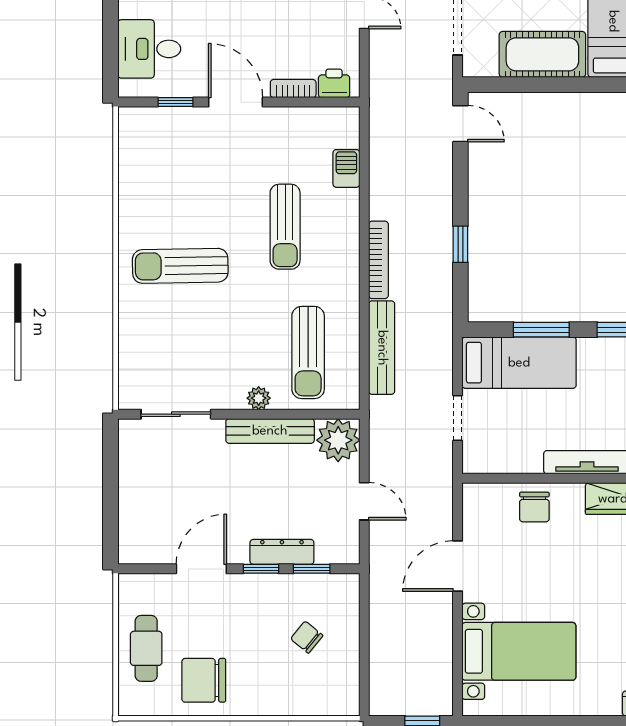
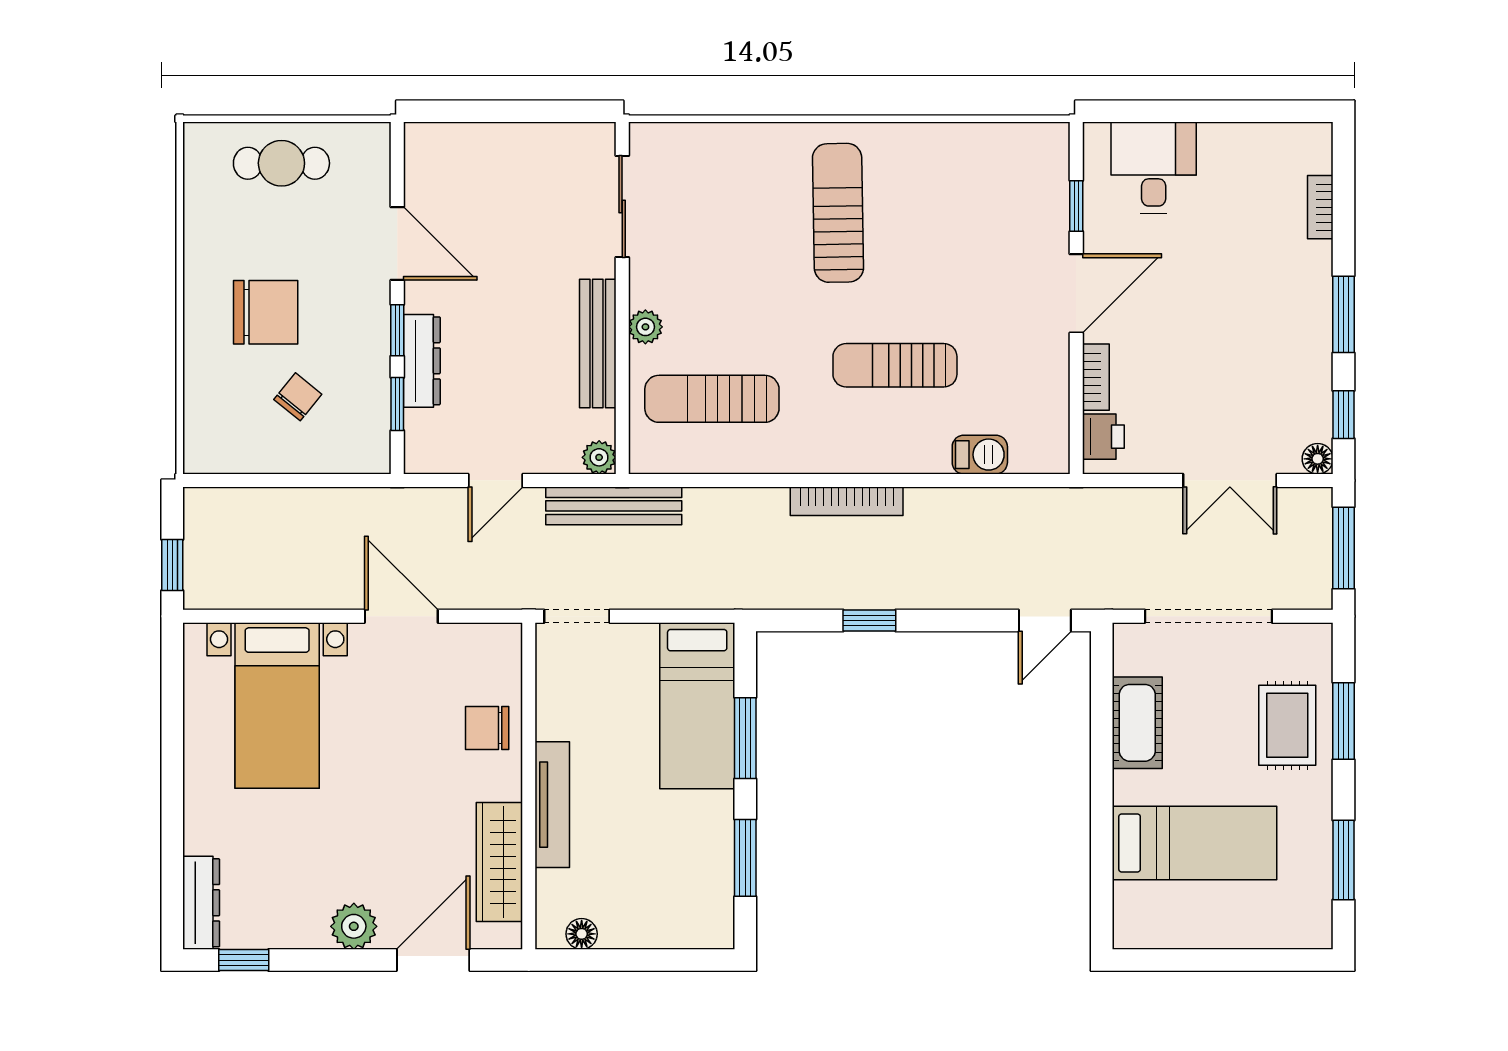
cot: (542, 54) -> (1137, 723), width x0.73, depth x0.75
bench: (382, 348) -> (614, 506), moved
doorway: (458, 418) -> (577, 616), moved
plant: (338, 440) -> (599, 457), width x0.53, depth x0.53
chair: (204, 680) -> (266, 312), moved, turned 90

